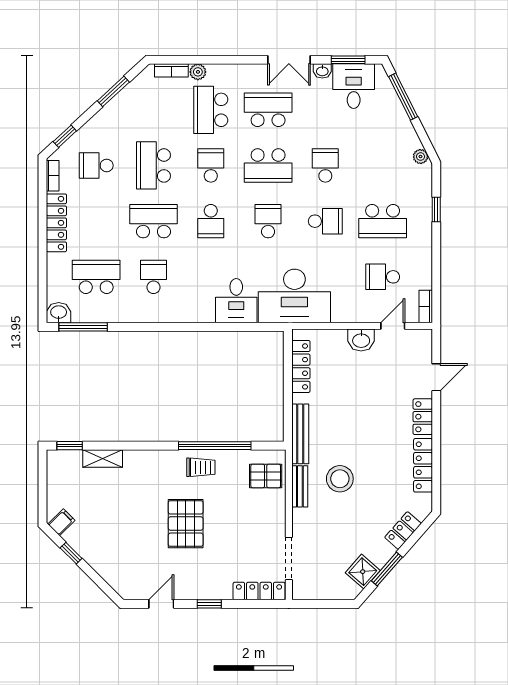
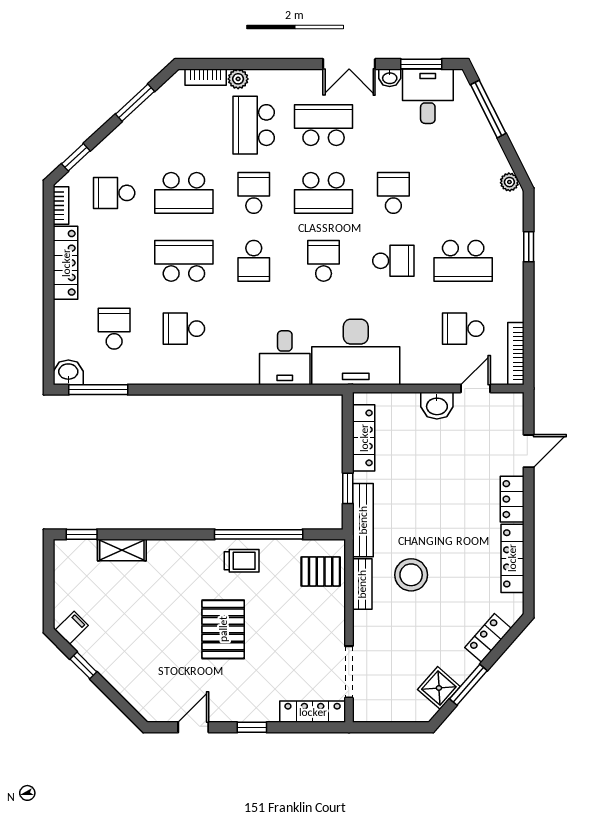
school desk: (153, 165) -> (184, 193), turned -90
school desk: (96, 277) -> (114, 329), width x0.54
school desk: (153, 277) -> (184, 329), turned -90
bookcase: (426, 307) -> (516, 354), width x1.56
window: (288, 408) -> (348, 488), added

